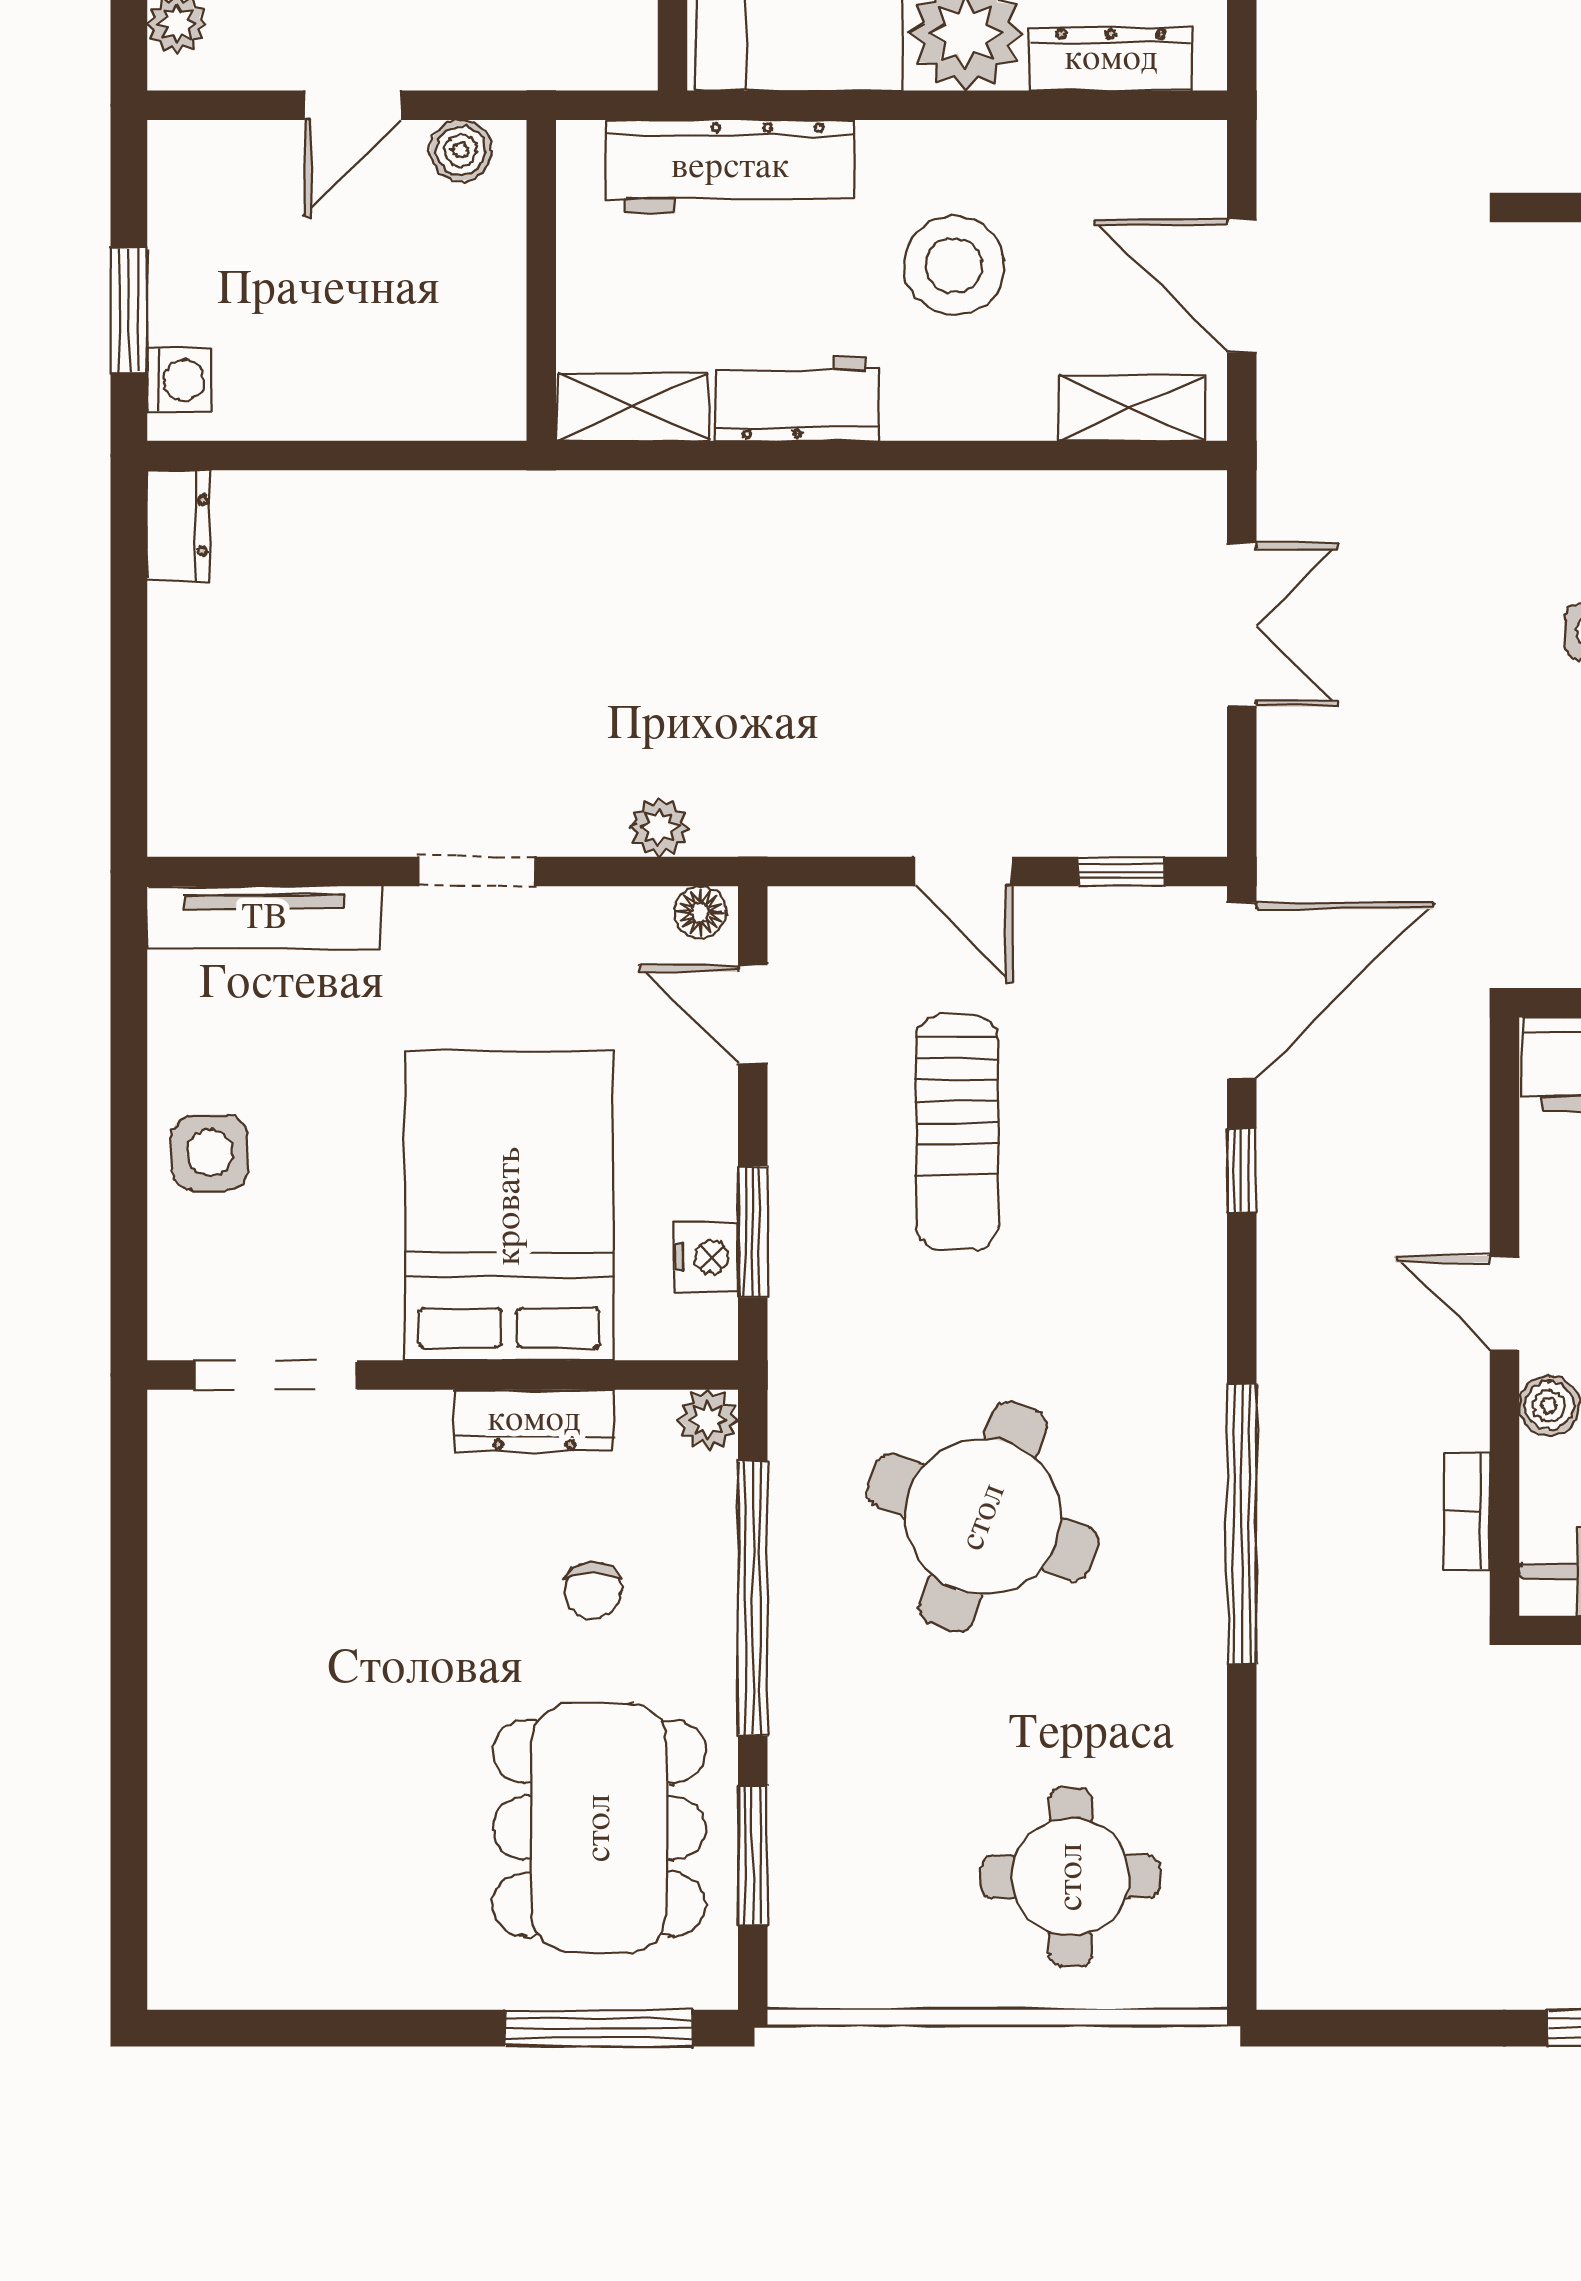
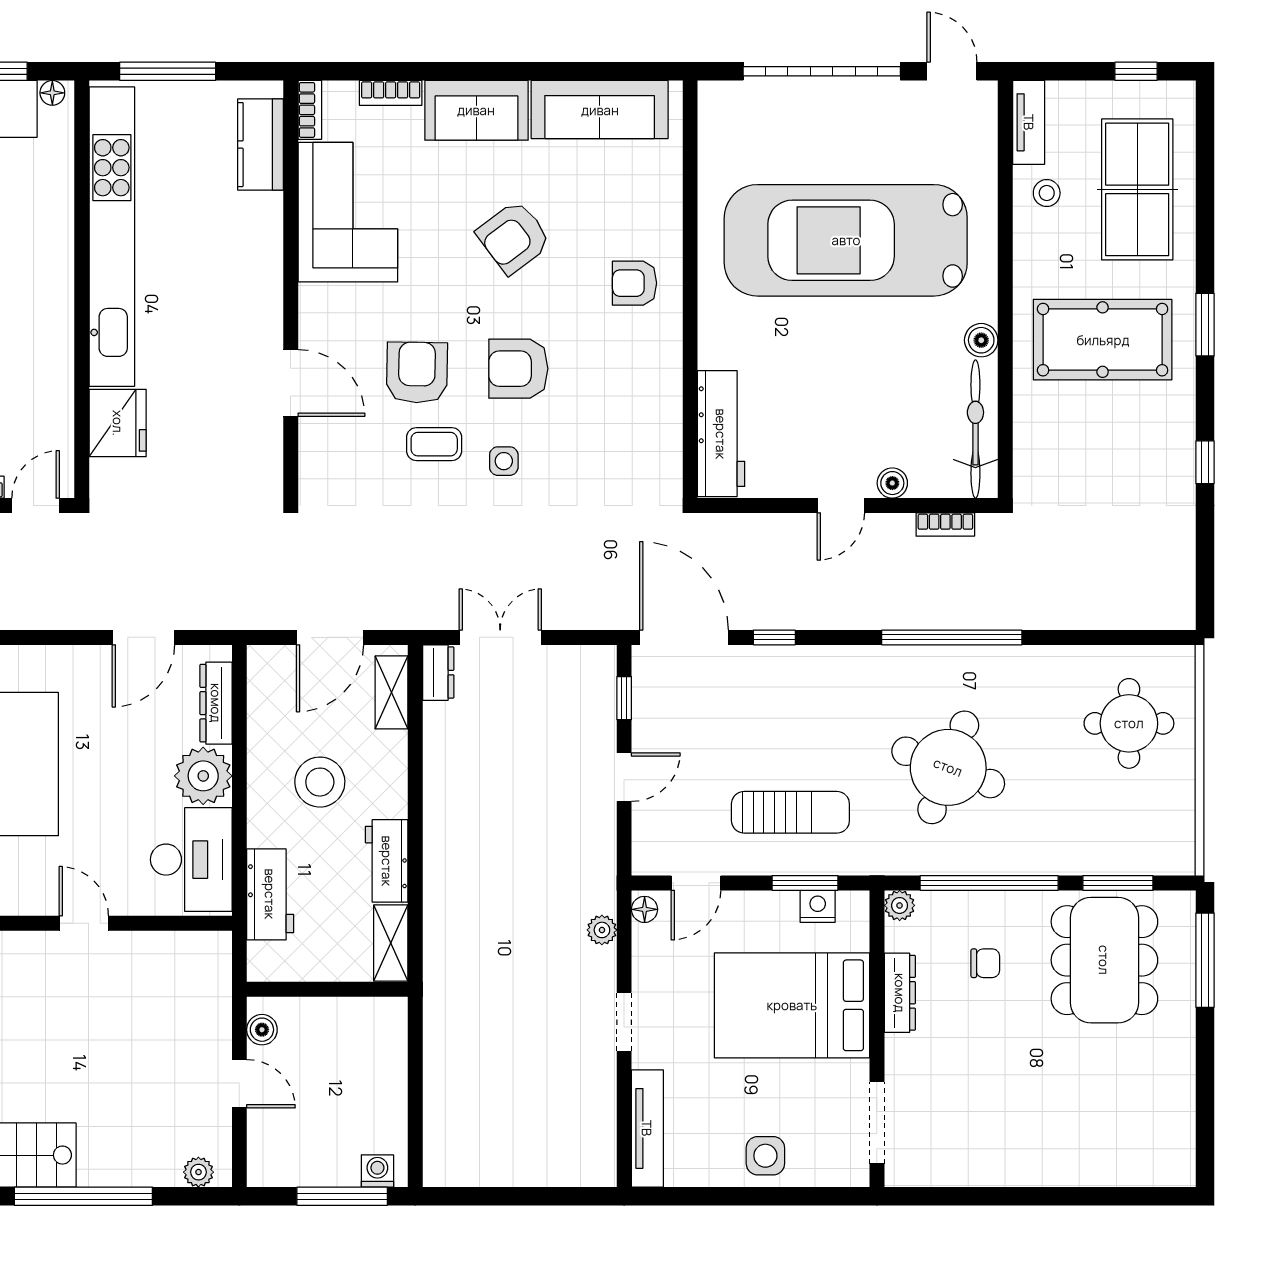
workbench: (730, 167) -> (270, 894), width x0.73
window: (129, 310) -> (342, 1196), width x1.44
dresser: (178, 525) -> (438, 673), moved, turned 90
sun lounger: (957, 1133) -> (790, 812), moved
dining table: (599, 1828) -> (1104, 960), turned 90

